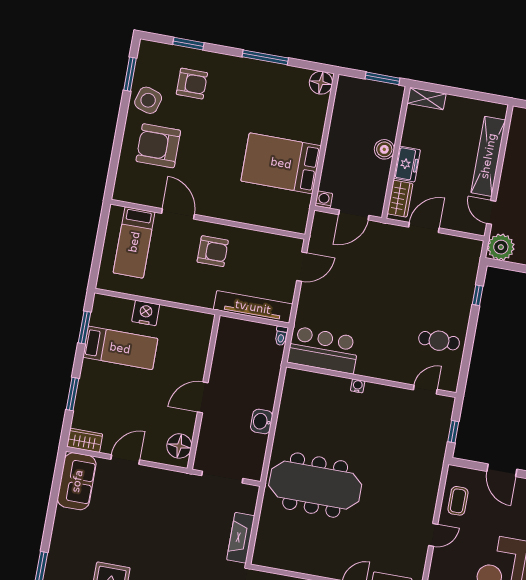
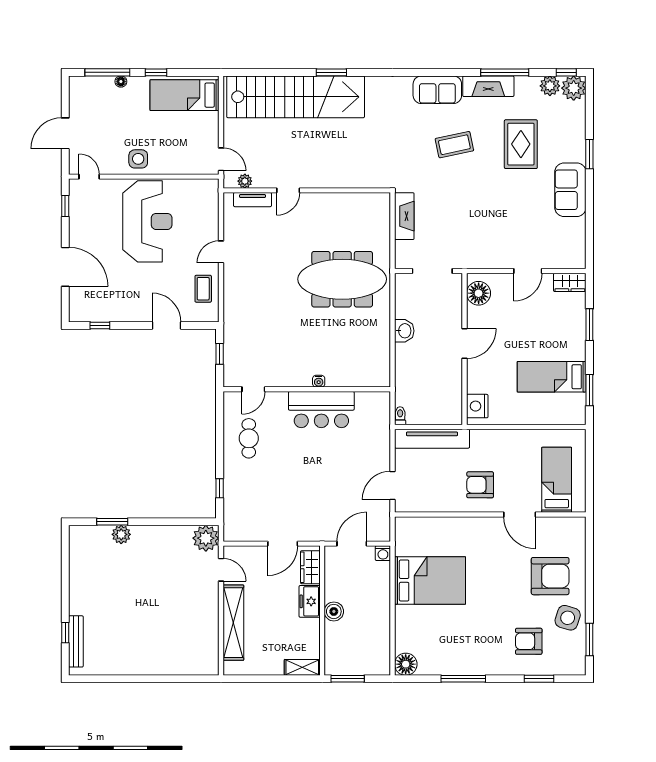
nightstand: (146, 313) -> (477, 406), moved, turned 90
cafe table: (439, 341) -> (249, 438), turned 90
bar counter: (323, 350) -> (321, 410), moved
sofa: (77, 481) -> (570, 190), moved

